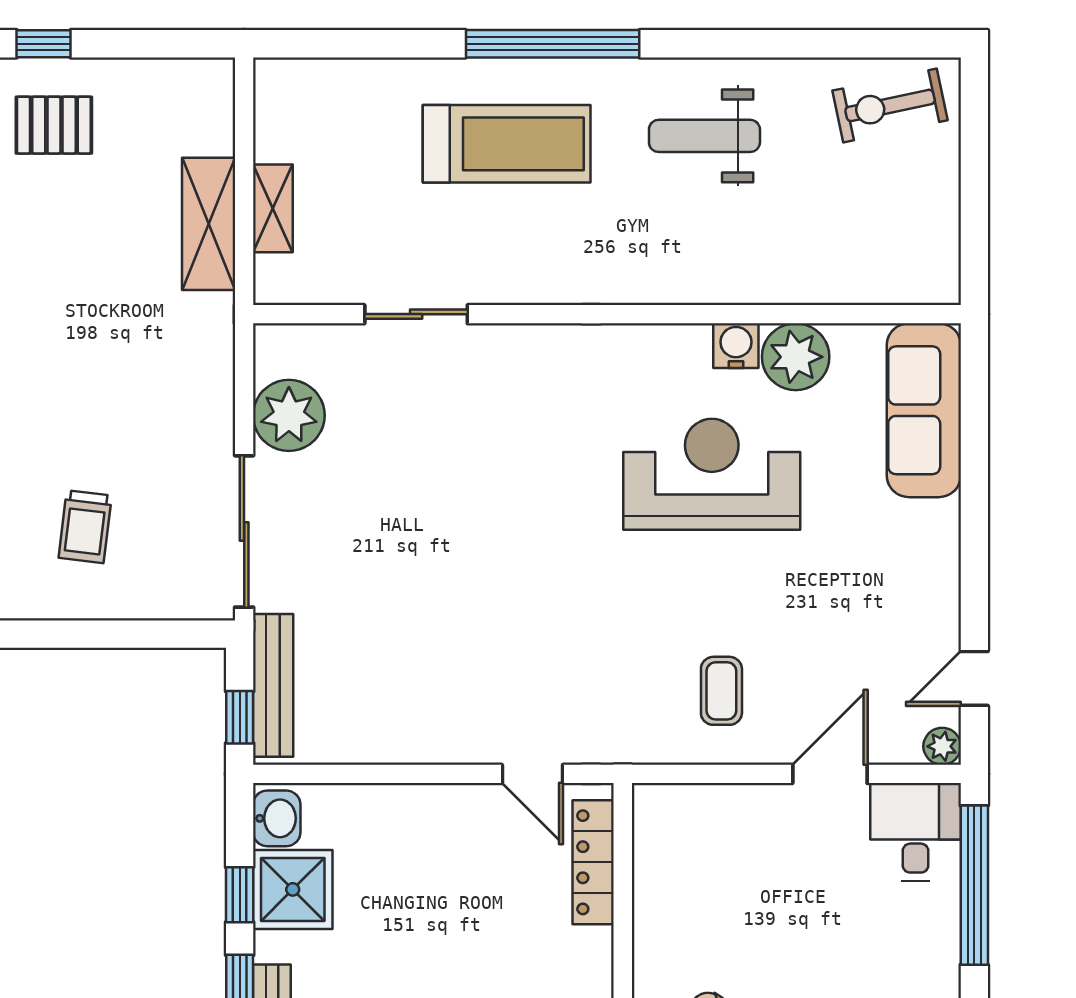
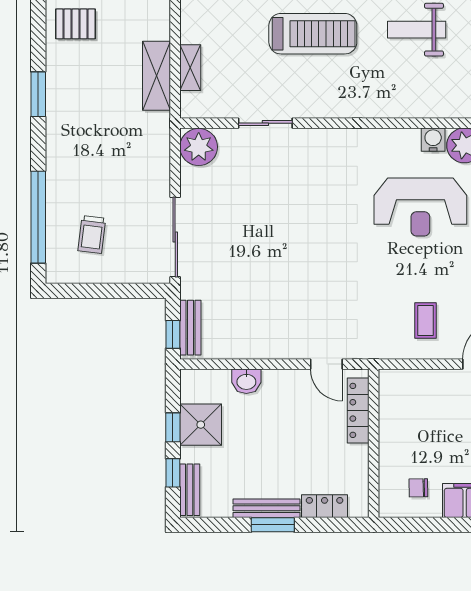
plant: (289, 415) -> (199, 147), moved
reception desk: (712, 474) -> (420, 207), turned 180
bench: (273, 685) -> (190, 328), width x0.73
washbasin: (277, 818) -> (246, 381), moved, turned 90

